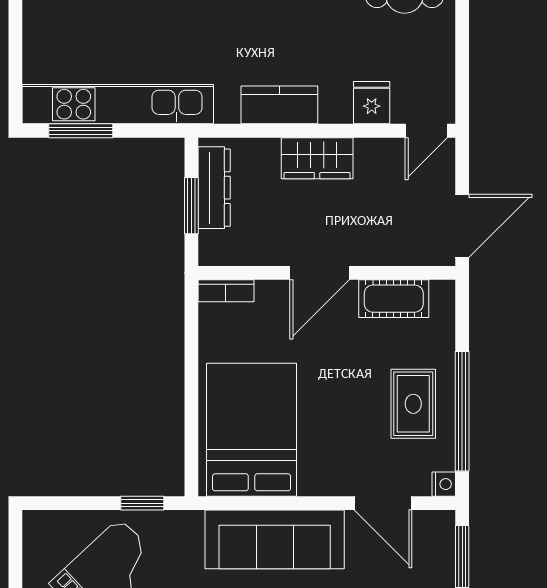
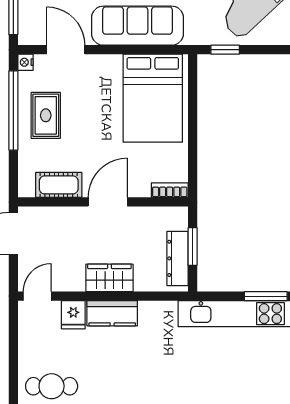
kitchen counter: (279, 105) -> (112, 313), moved

